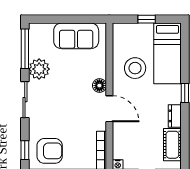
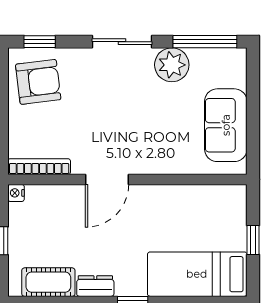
stool: (135, 68) -> (173, 221), removed
floor lamp: (99, 86) -> (145, 163), removed
armchair: (50, 151) -> (38, 82), turned -97

